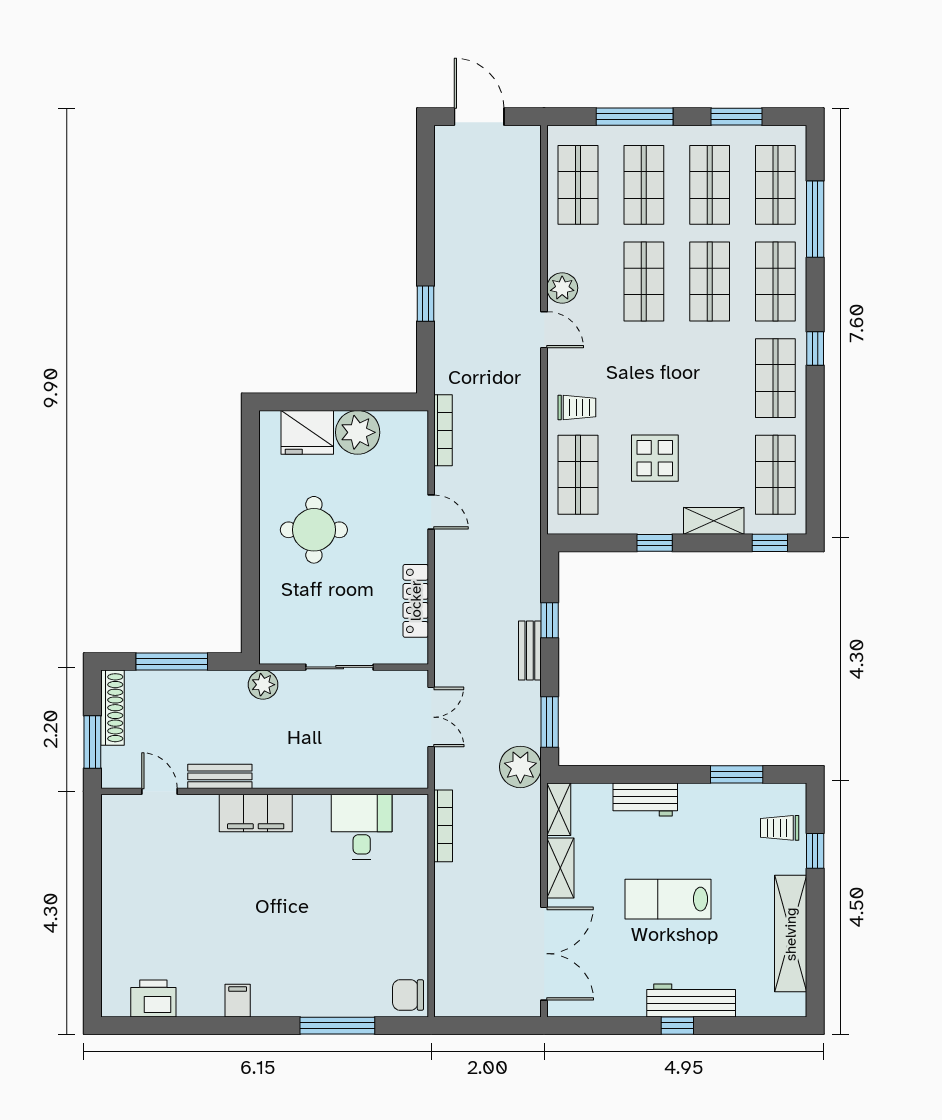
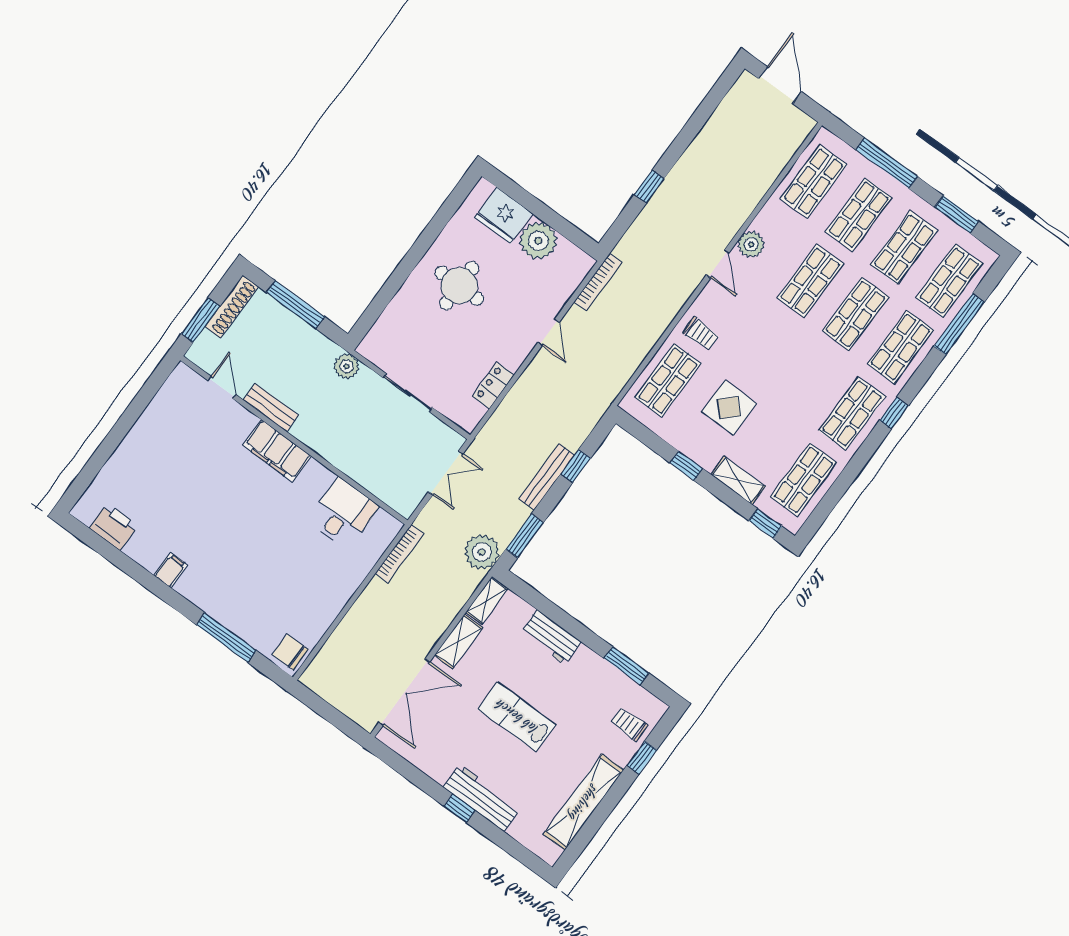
locker: (416, 601) -> (493, 385), width x0.66
bench: (530, 651) -> (547, 477), width x1.36

